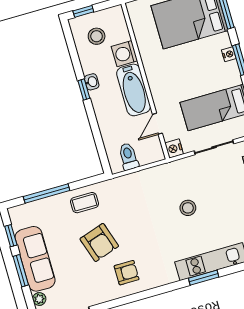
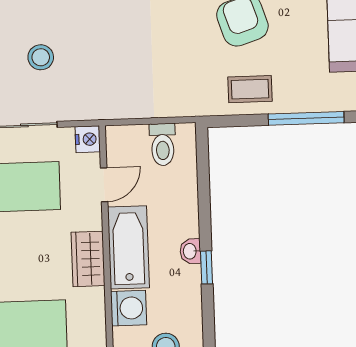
wardrobe: (156, 77) -> (88, 259), added
washbasin: (92, 82) -> (190, 251), moved
stool: (188, 208) -> (41, 57), moved

